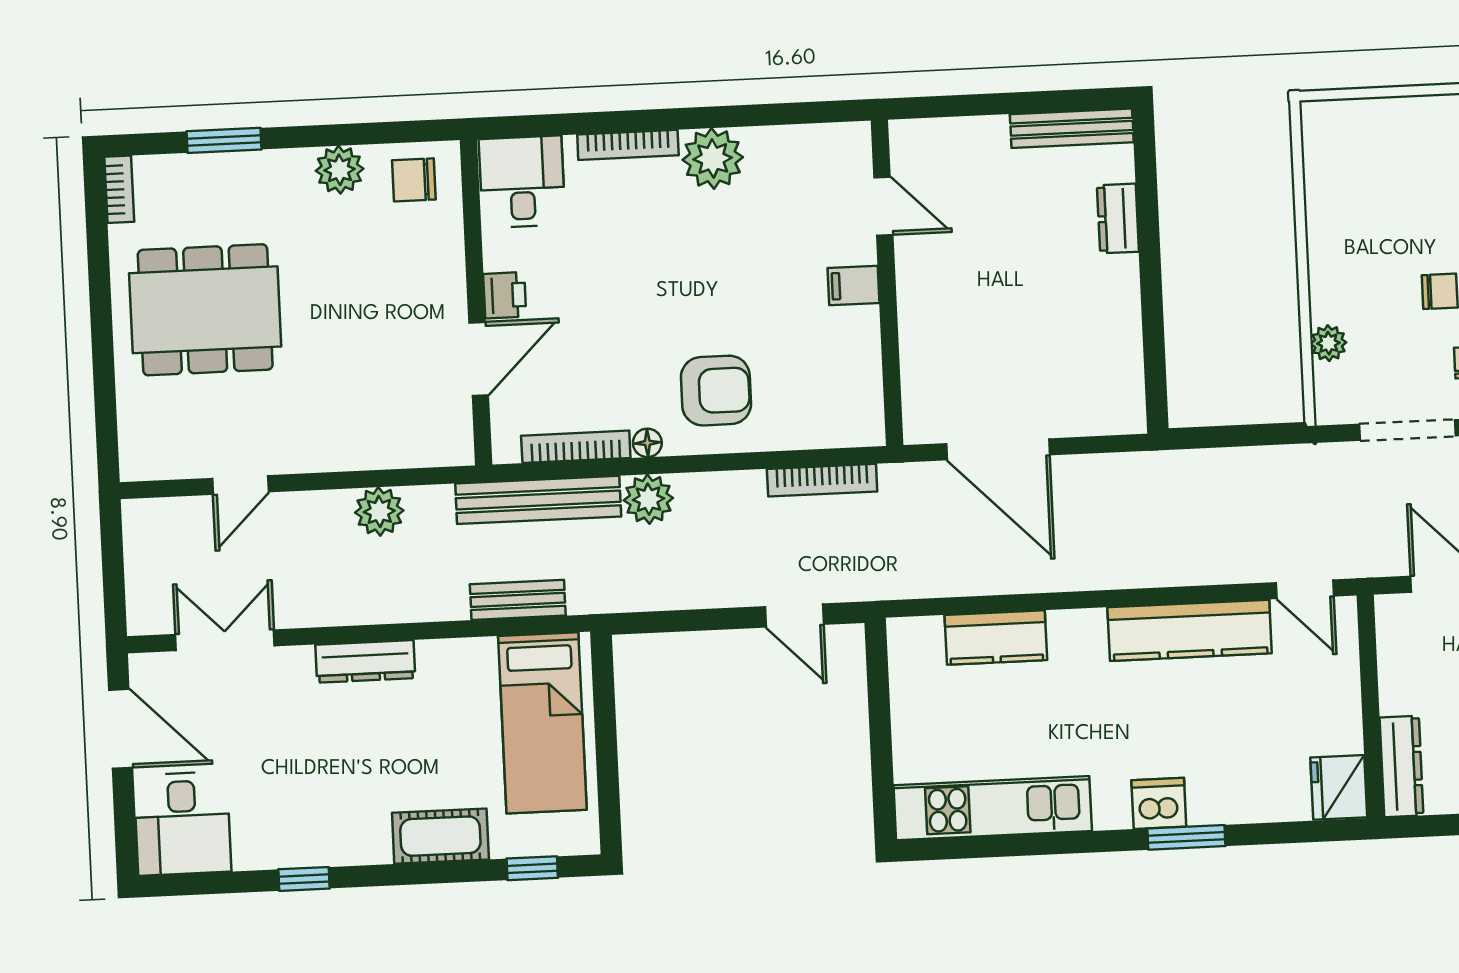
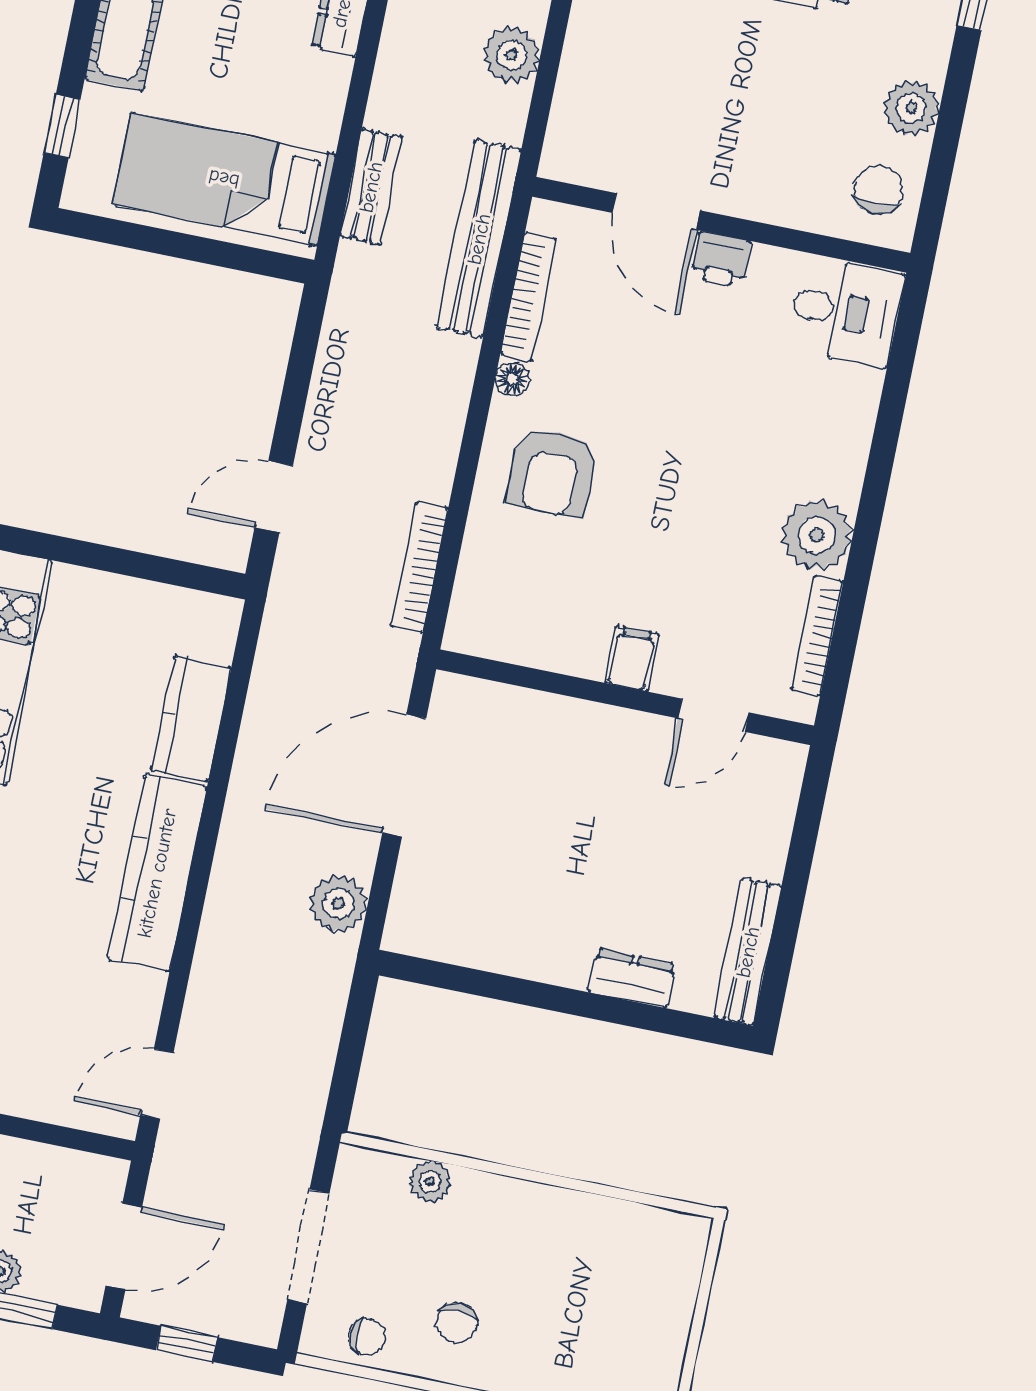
bookcase: (628, 145) -> (817, 636), moved
plant: (648, 499) -> (338, 904), moved
kitchen counter: (1190, 630) -> (157, 873), moved

